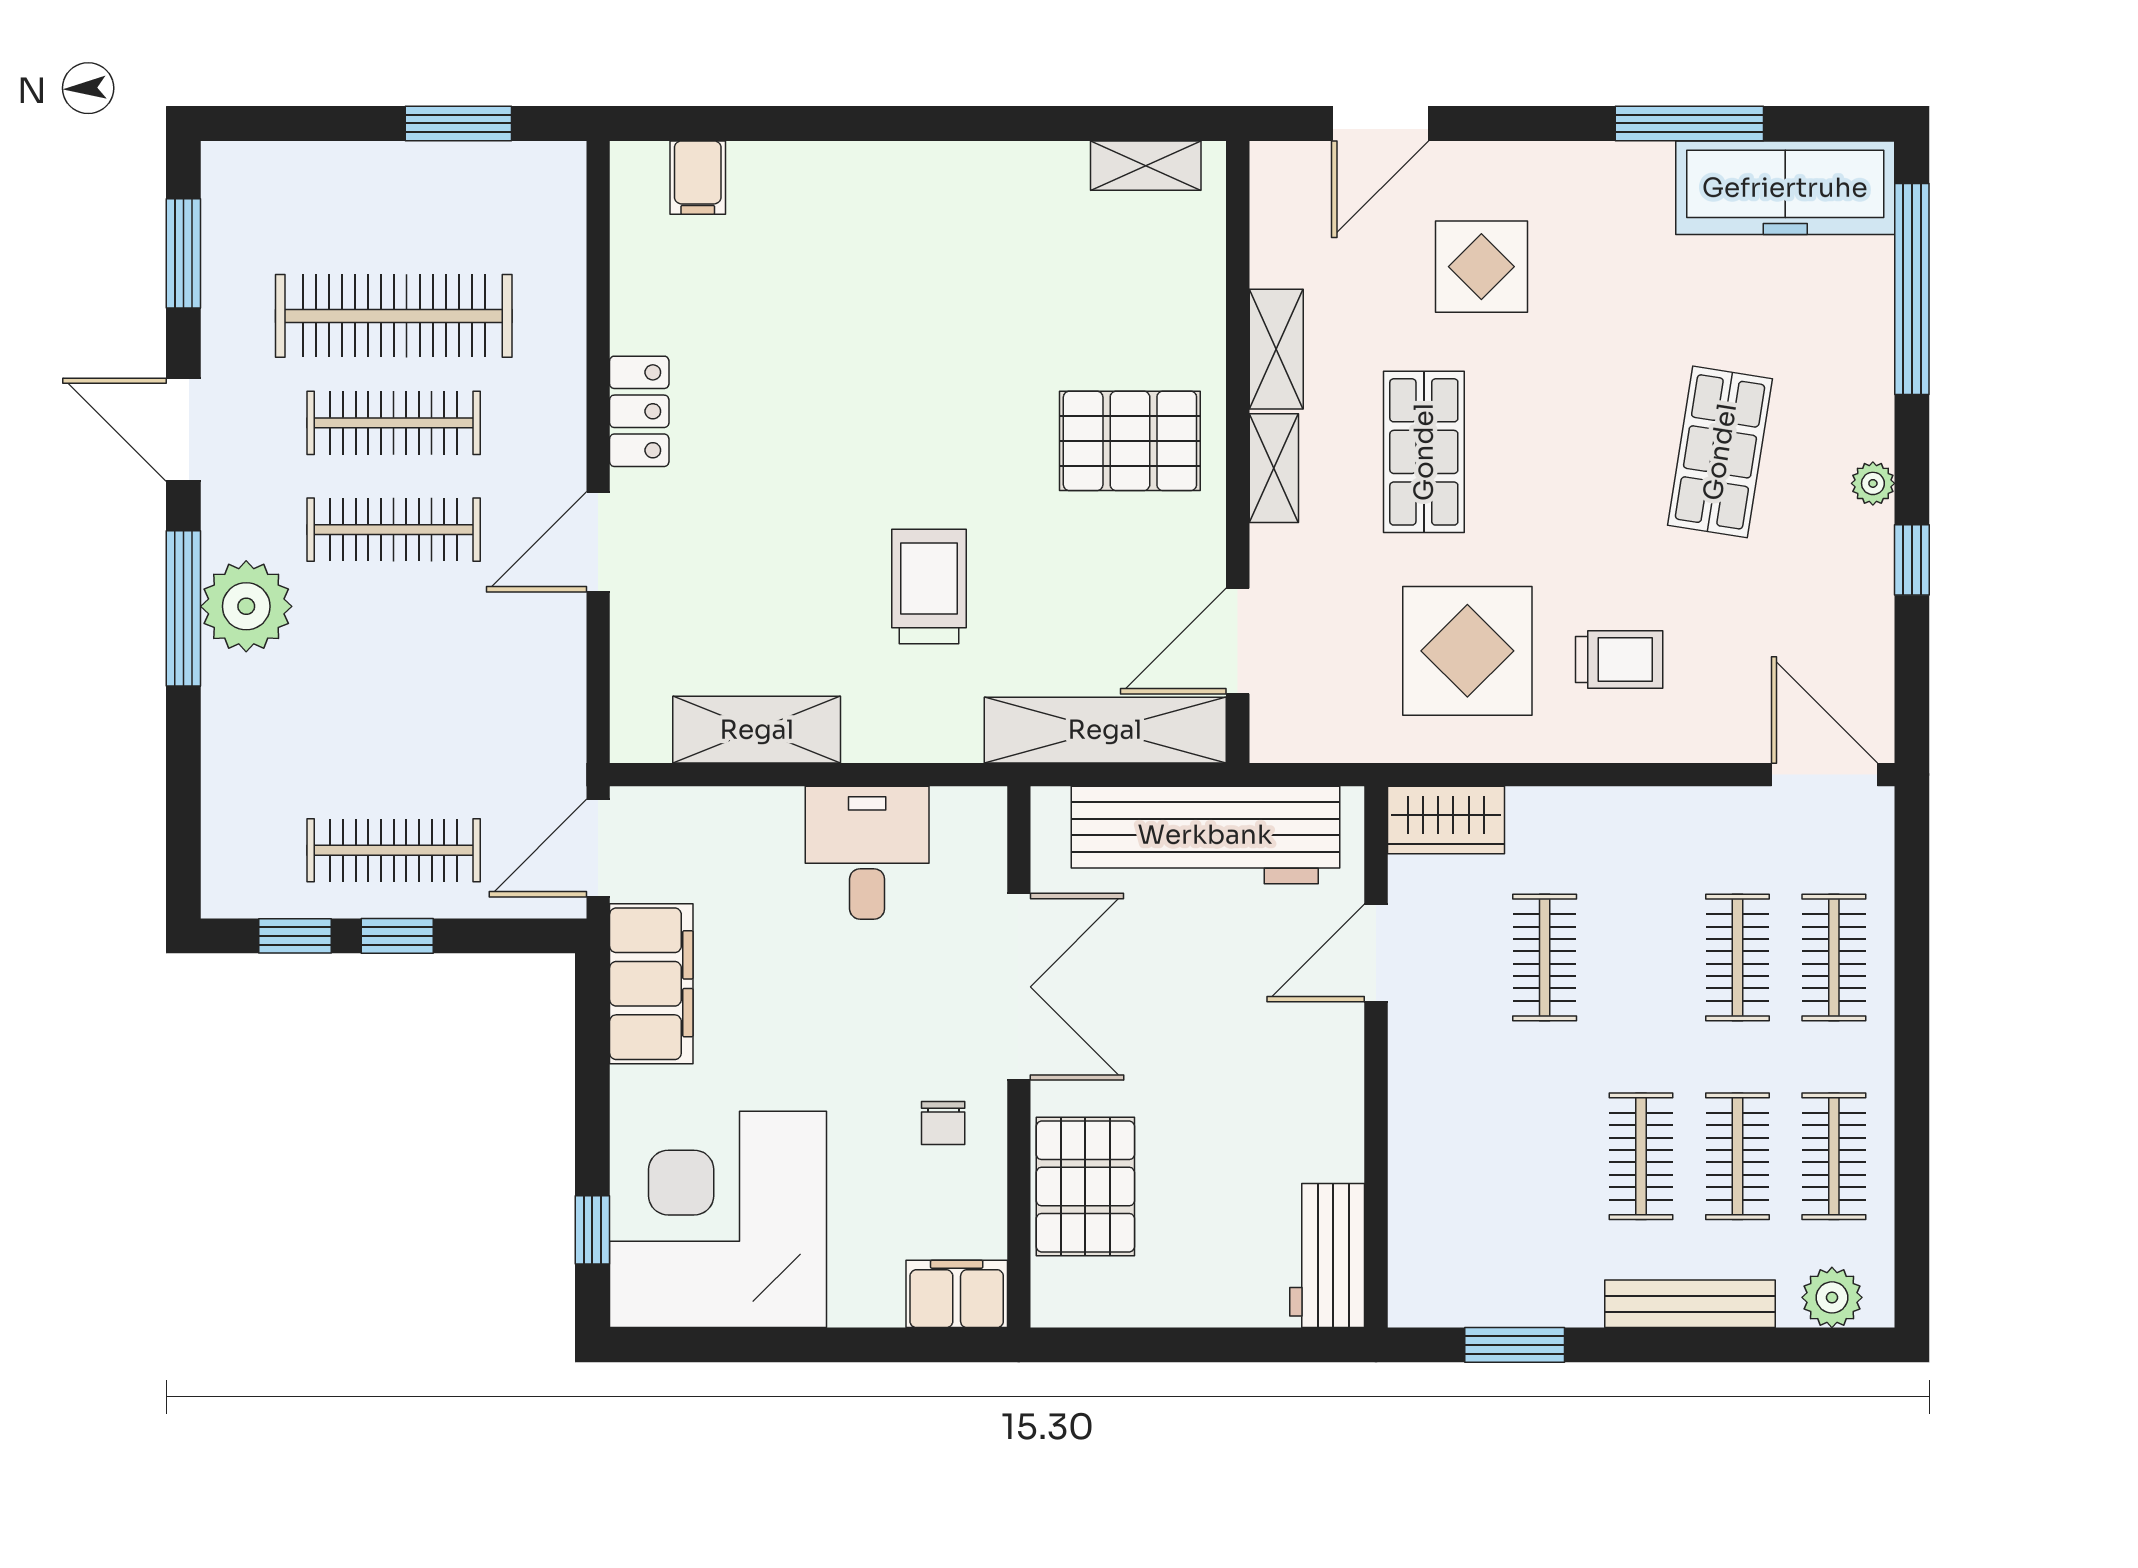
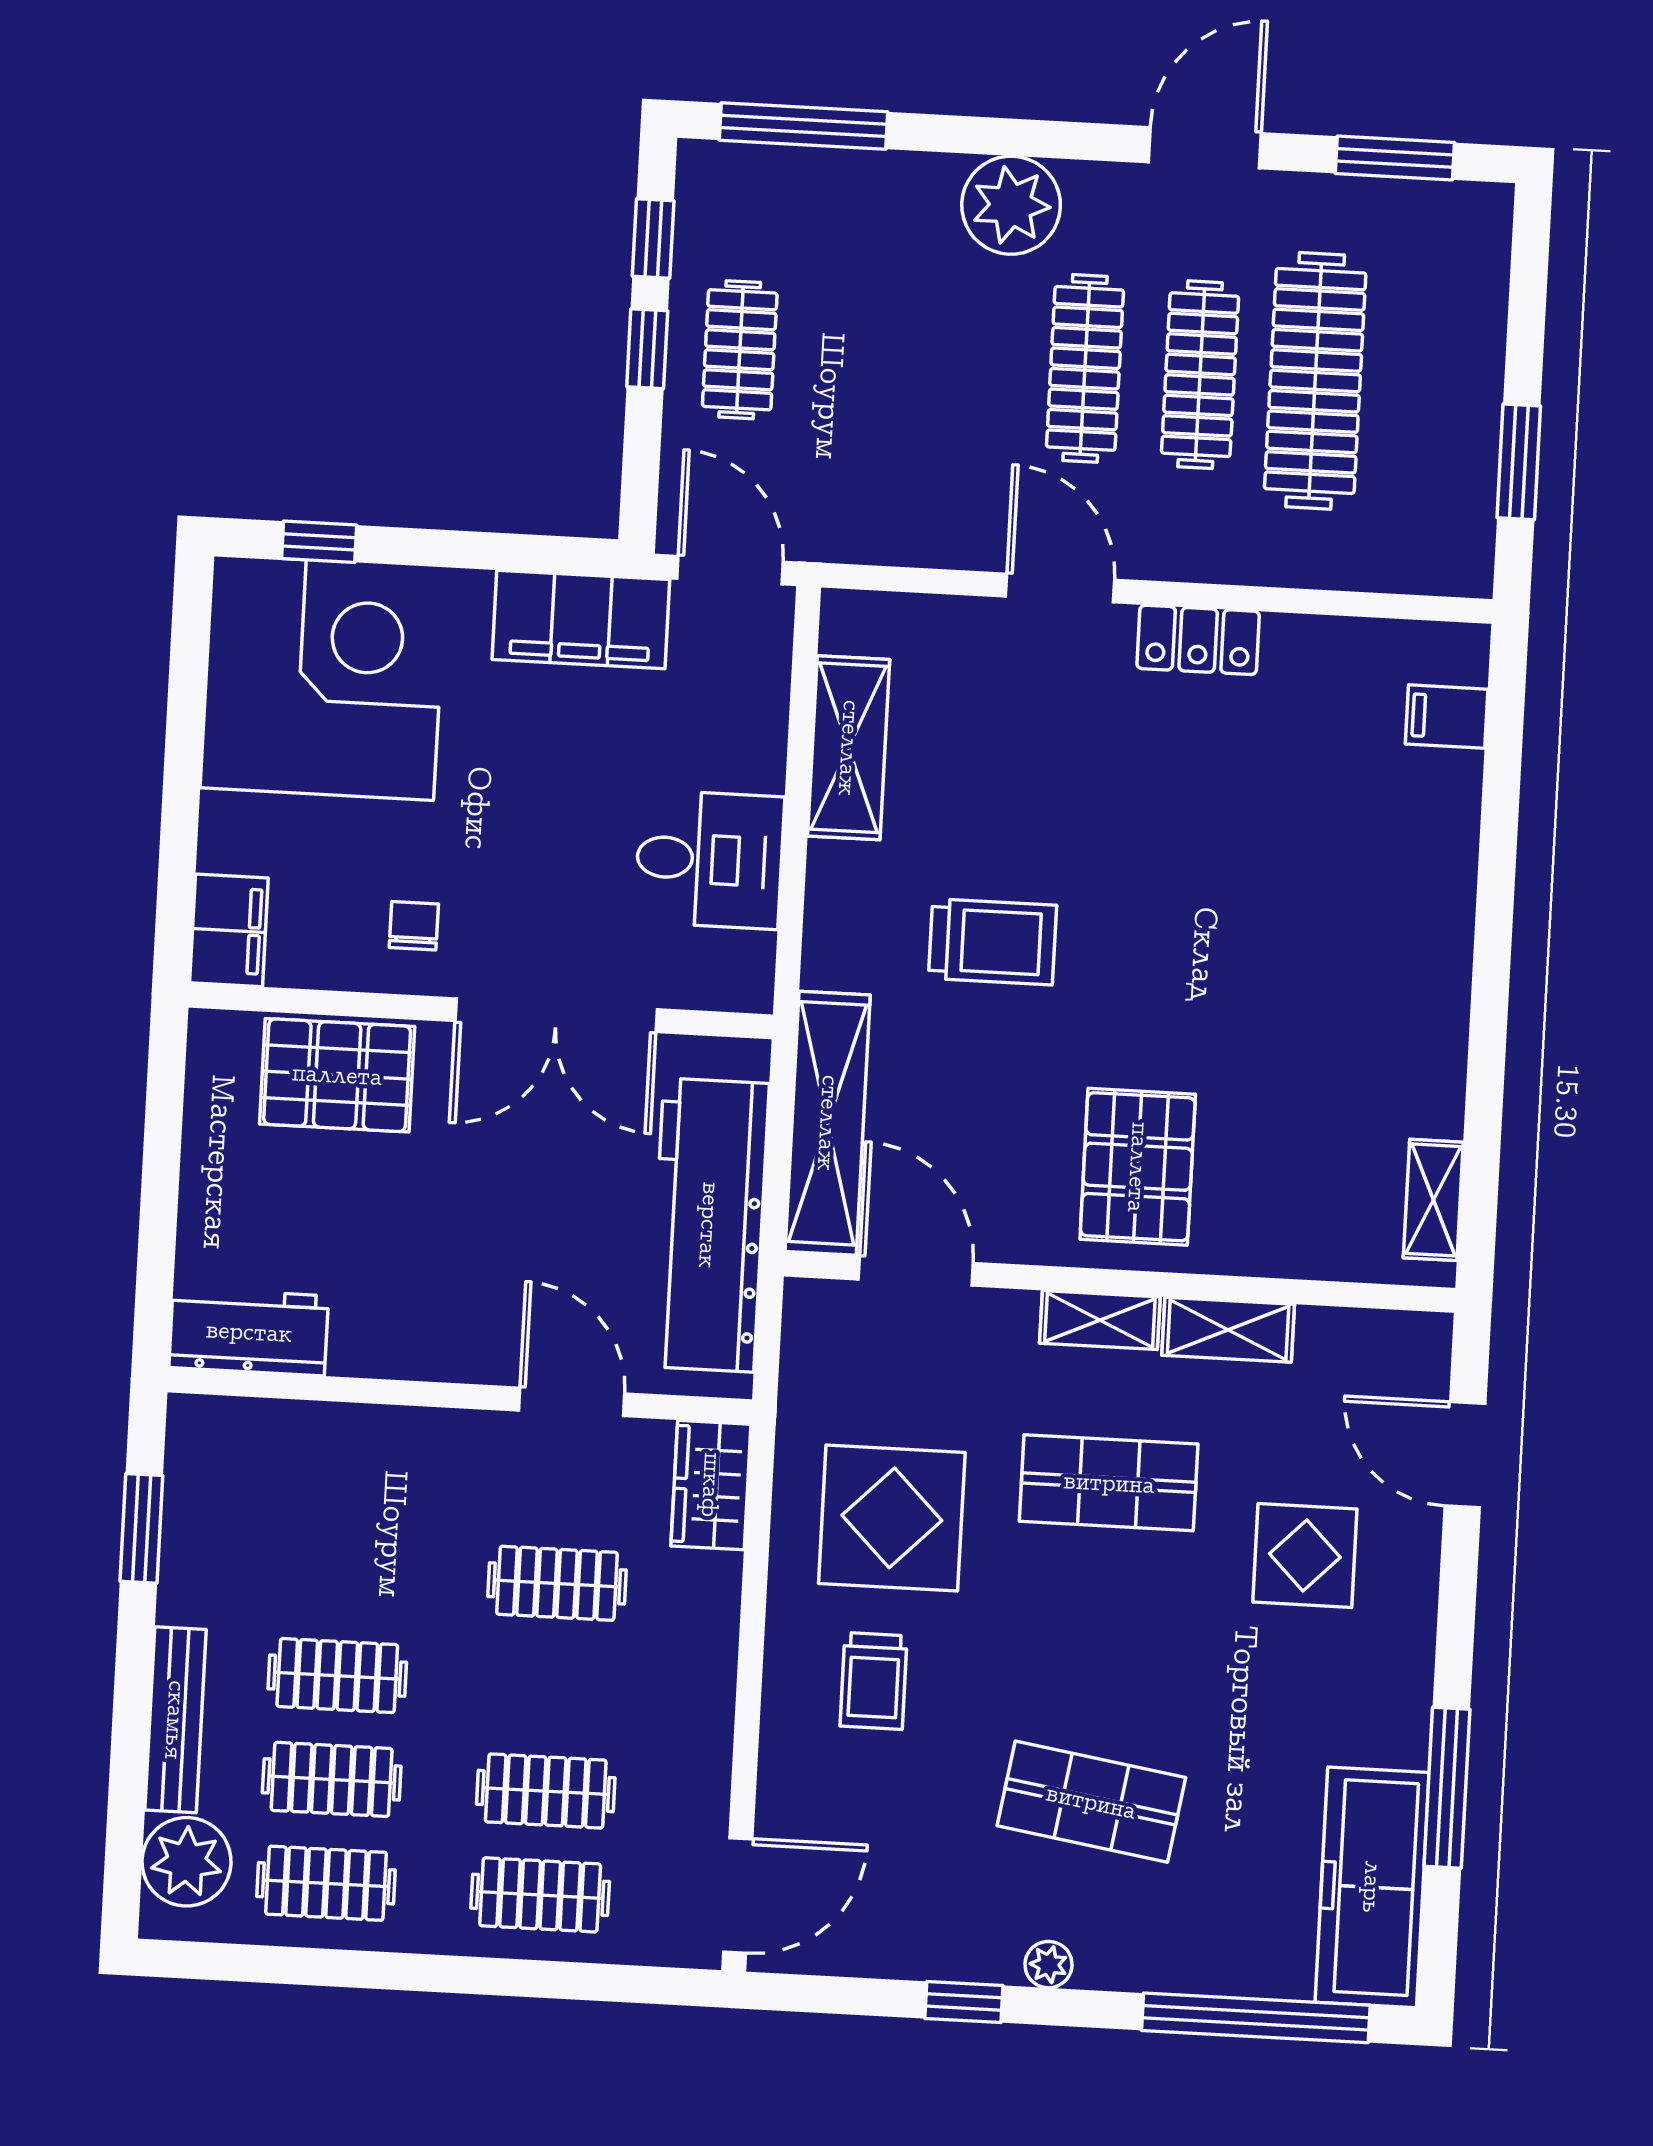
window: (183, 608) -> (804, 126), moved
clothes rail: (394, 850) -> (740, 350), width x0.73
chair: (943, 1123) -> (414, 926), turned 90
plant: (1832, 1297) -> (187, 1862), width x1.36, depth x1.36

